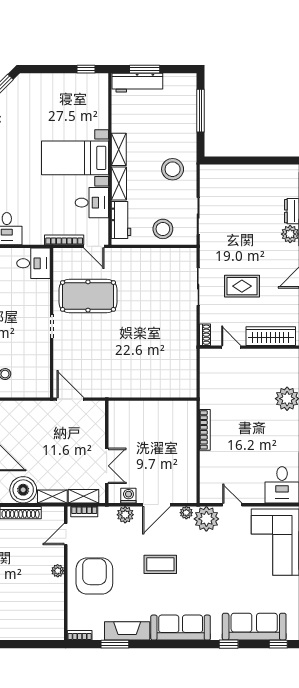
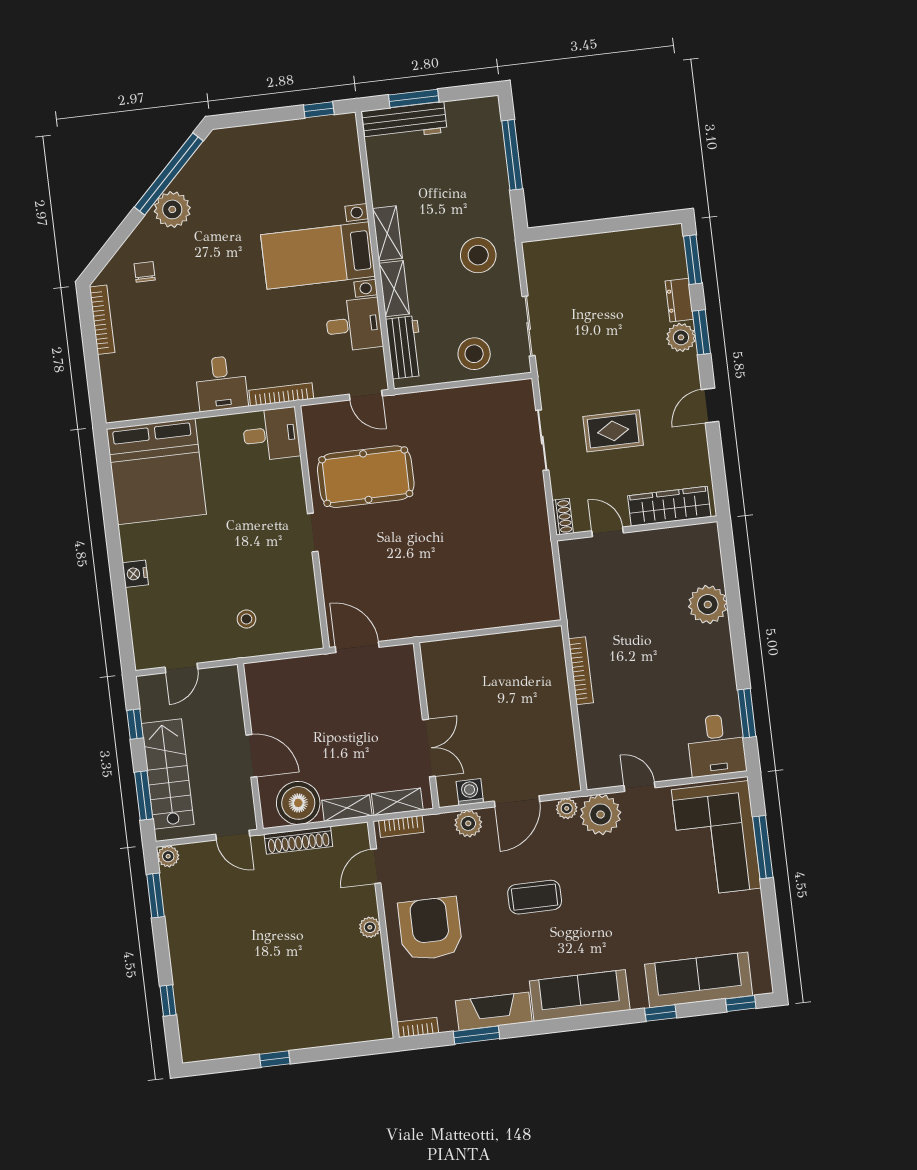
bookcase: (64, 240) -> (281, 394), moved

